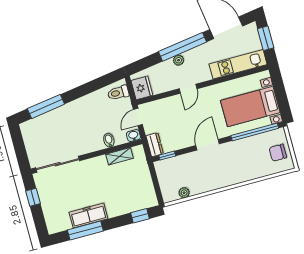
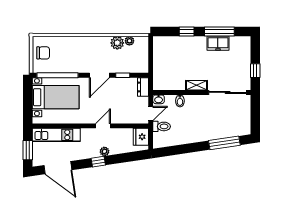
window: (183, 47) -> (98, 162), width x0.32
toilet: (118, 93) -> (162, 126), moved
shelving: (120, 156) -> (196, 85), moved
window: (167, 156) -> (123, 75), moved
plant: (197, 187) -> (117, 43), added
freezer: (88, 216) -> (218, 43), width x0.71
window: (140, 216) -> (187, 32), moved

